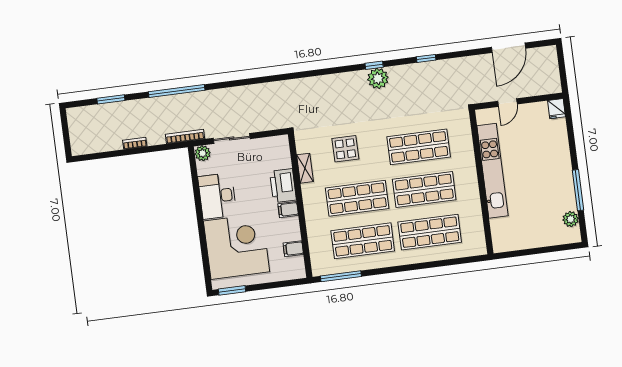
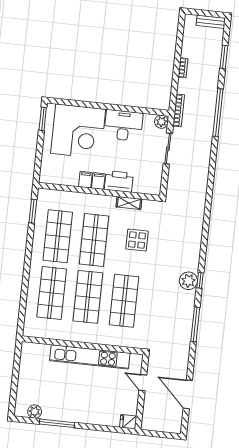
window: (426, 58) -> (195, 324), width x2.17
bench: (74, 124) -> (211, 22), added
filing cabinet: (293, 249) -> (85, 180), moved
window: (341, 276) -> (33, 211), width x0.69

